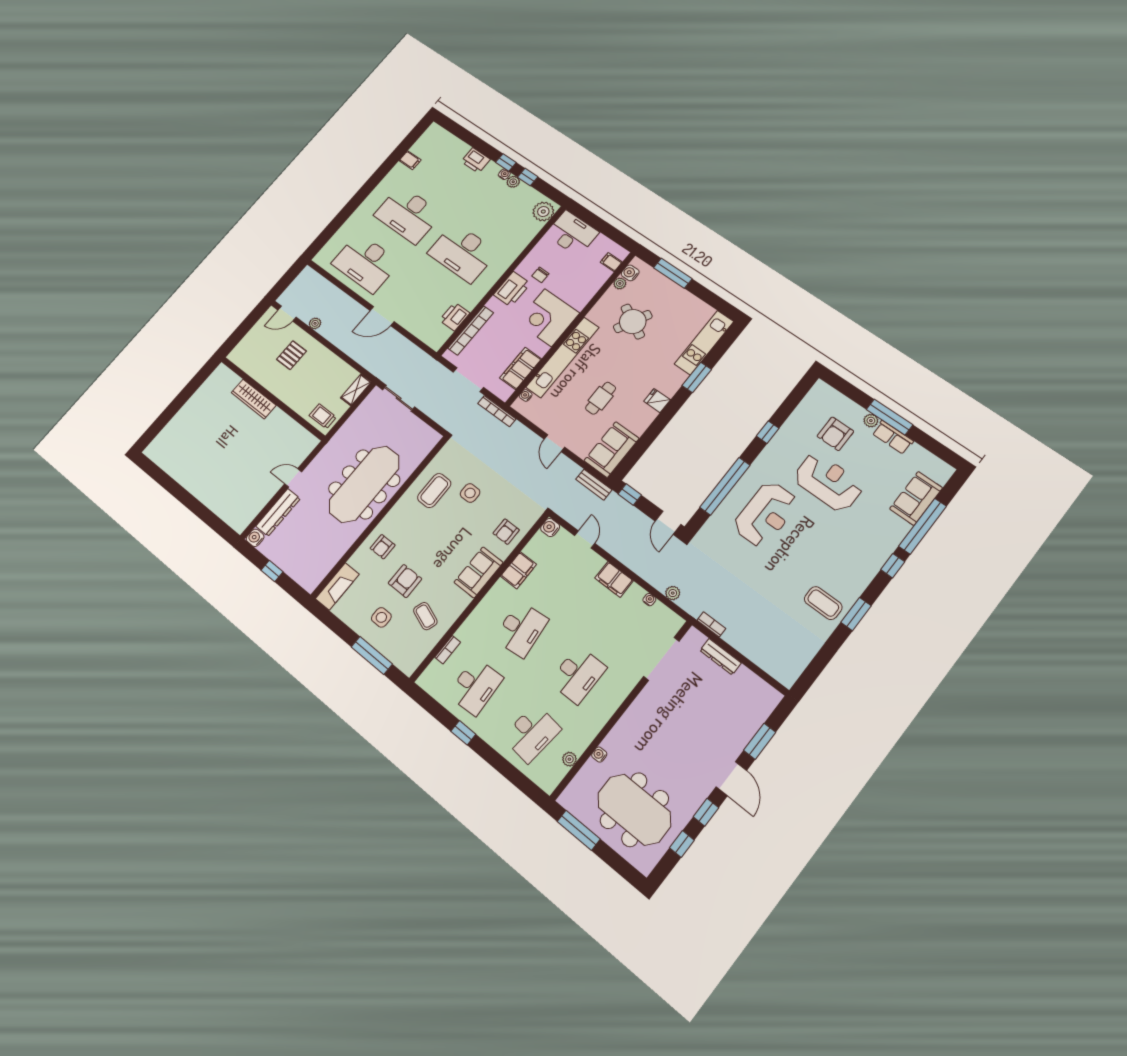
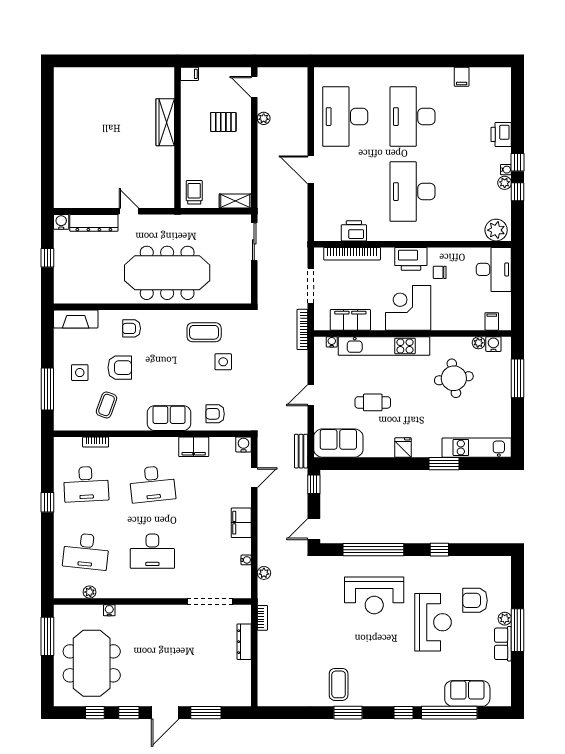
round table: (633, 322) -> (454, 378), turned -36
filing cabinet: (236, 354) -> (190, 74), added

